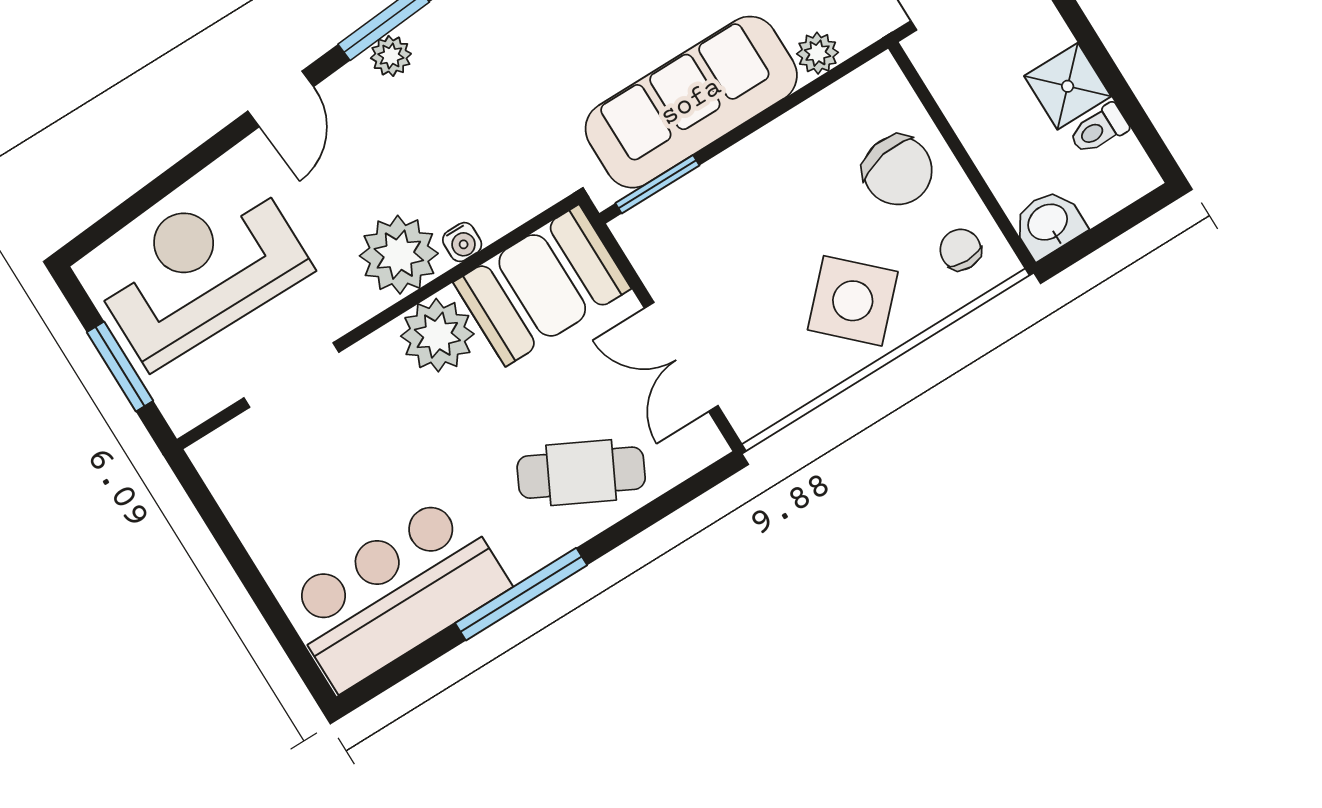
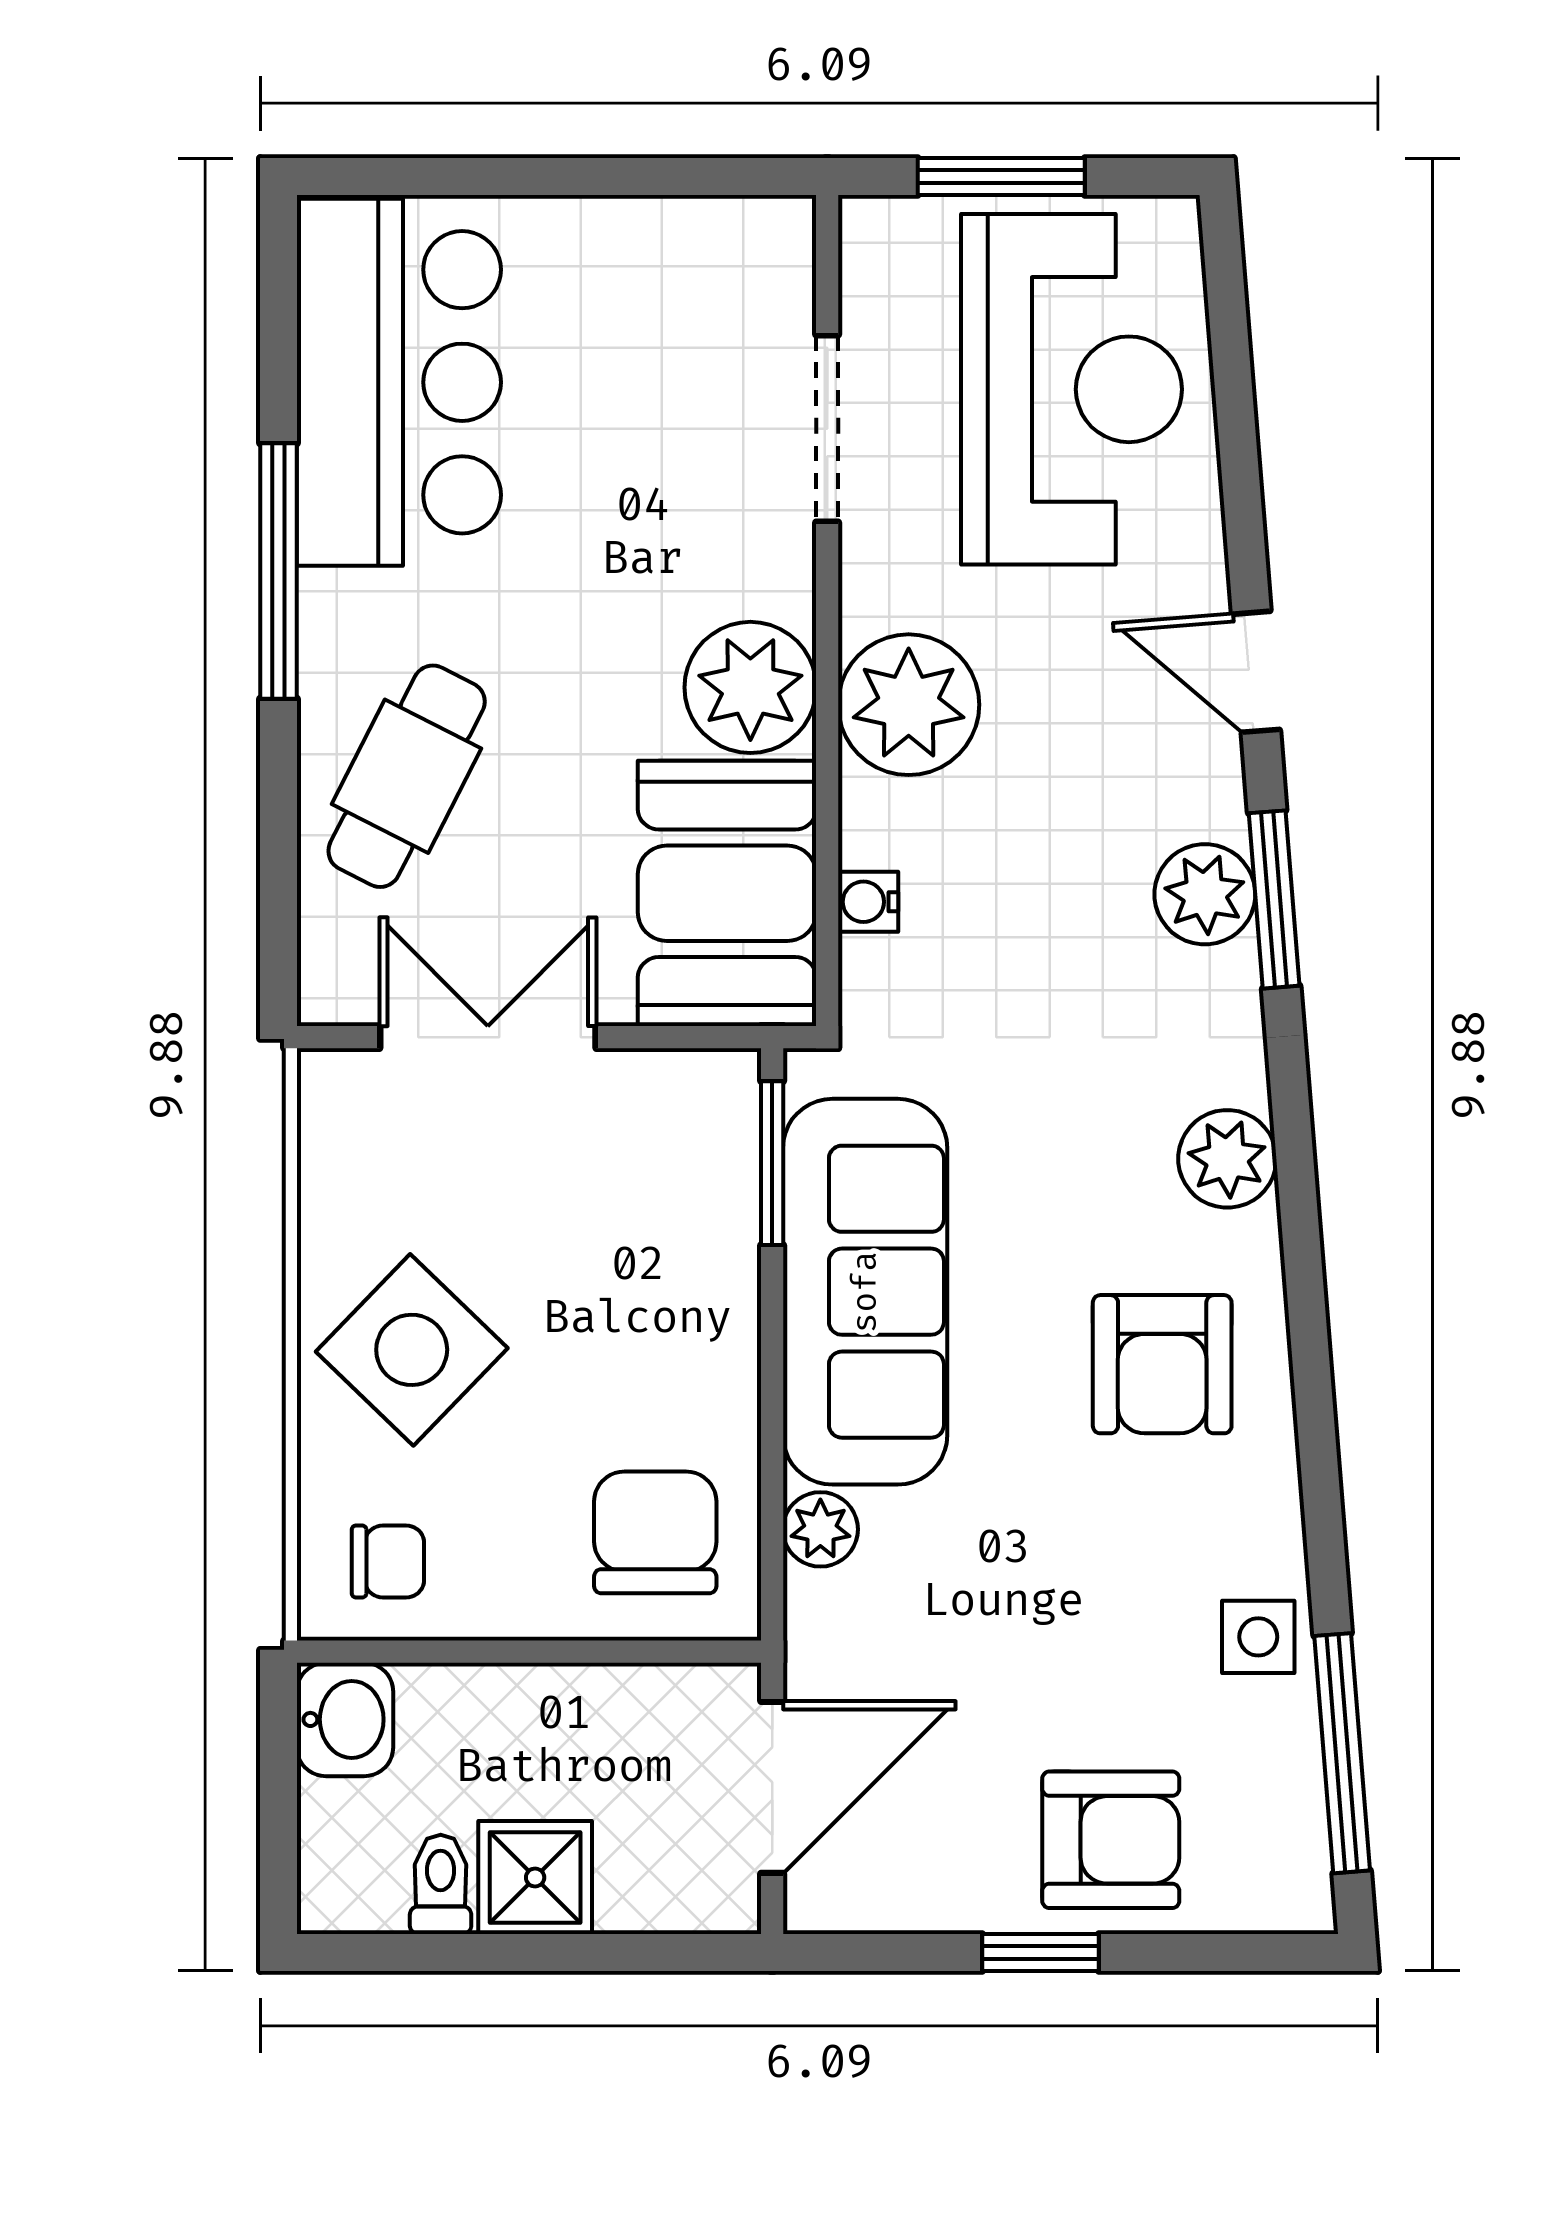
plant: (391, 56) -> (1205, 894), width x1.38, depth x1.38
chair: (898, 170) -> (655, 1532), moved, turned 100
water cooler: (462, 242) -> (868, 902), moved

